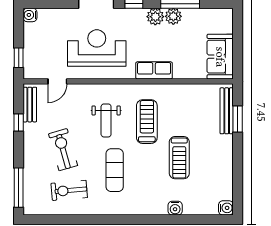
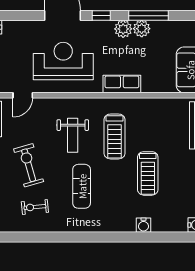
treadmill: (147, 122) -> (115, 136), turned 180
exercise bike: (69, 190) -> (35, 207), width x0.73, depth x0.72

